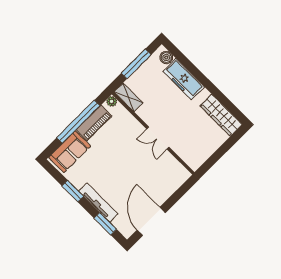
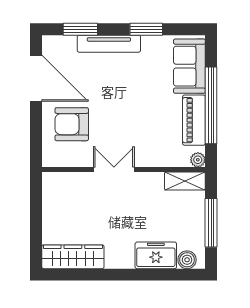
freezer: (184, 79) -> (156, 255), width x0.71
armchair: (156, 181) -> (72, 124), added

